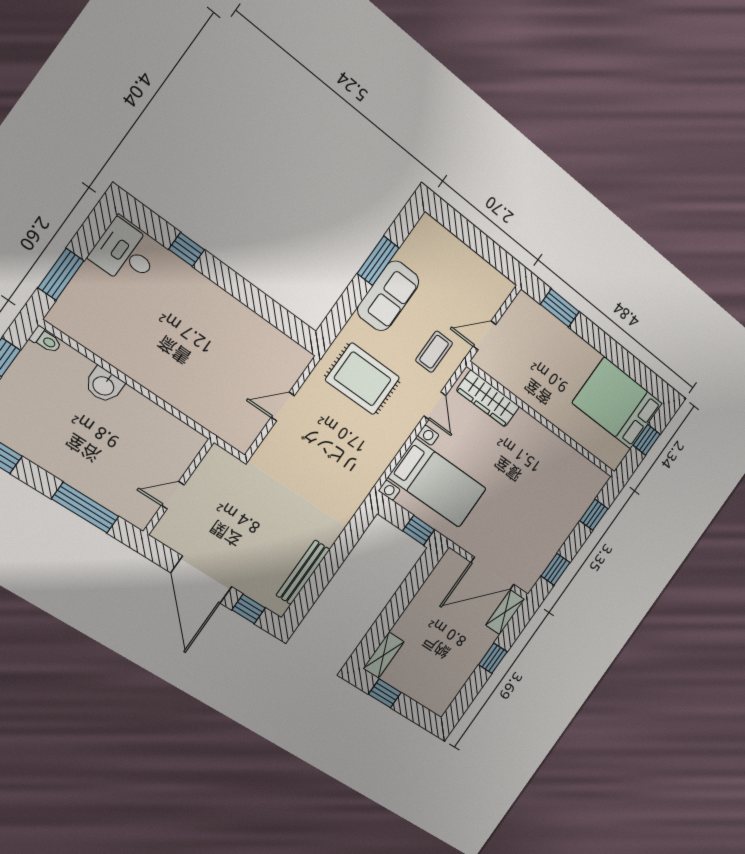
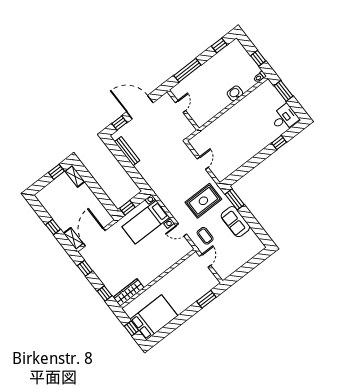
window: (378, 261) -> (235, 199), moved
wardrobe: (488, 398) -> (129, 292), moved

